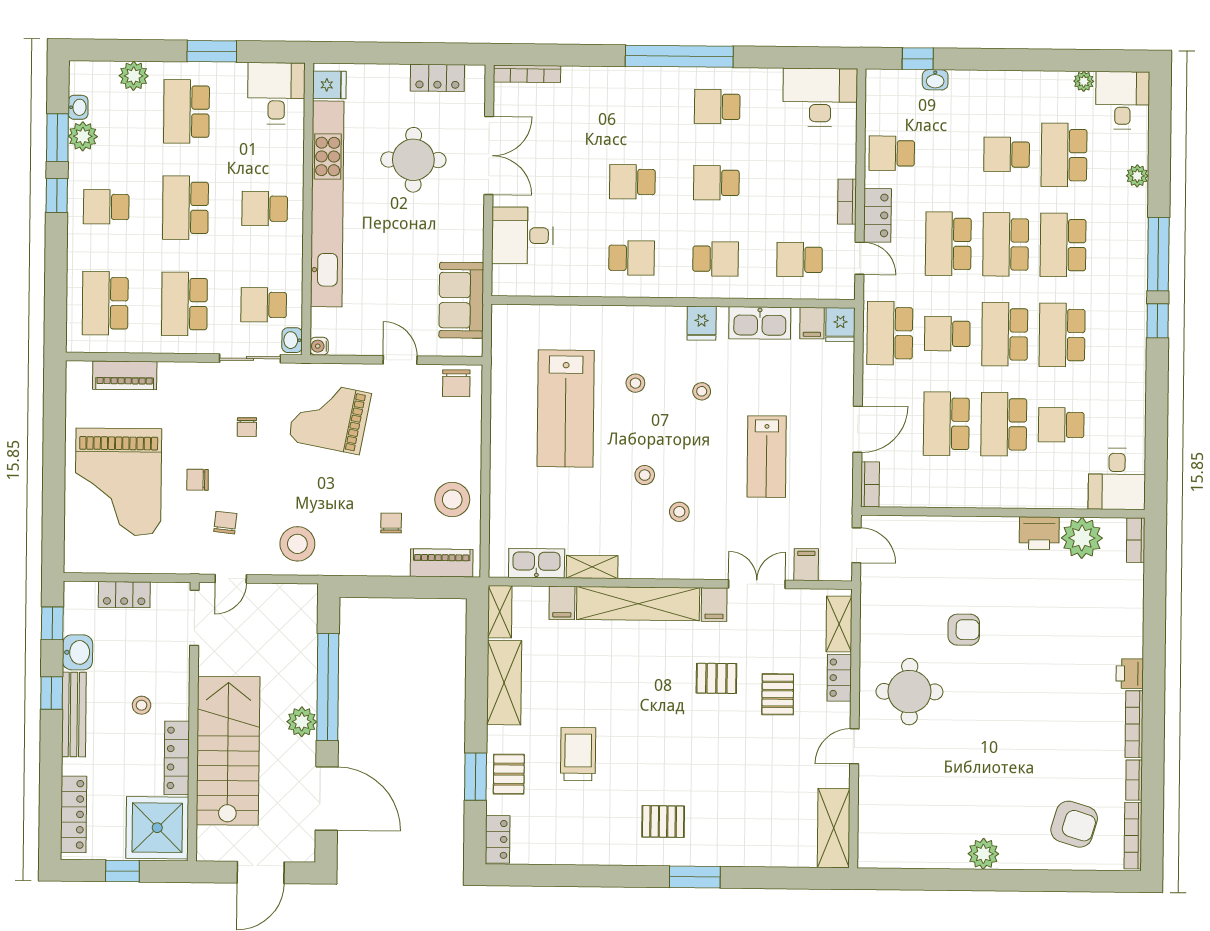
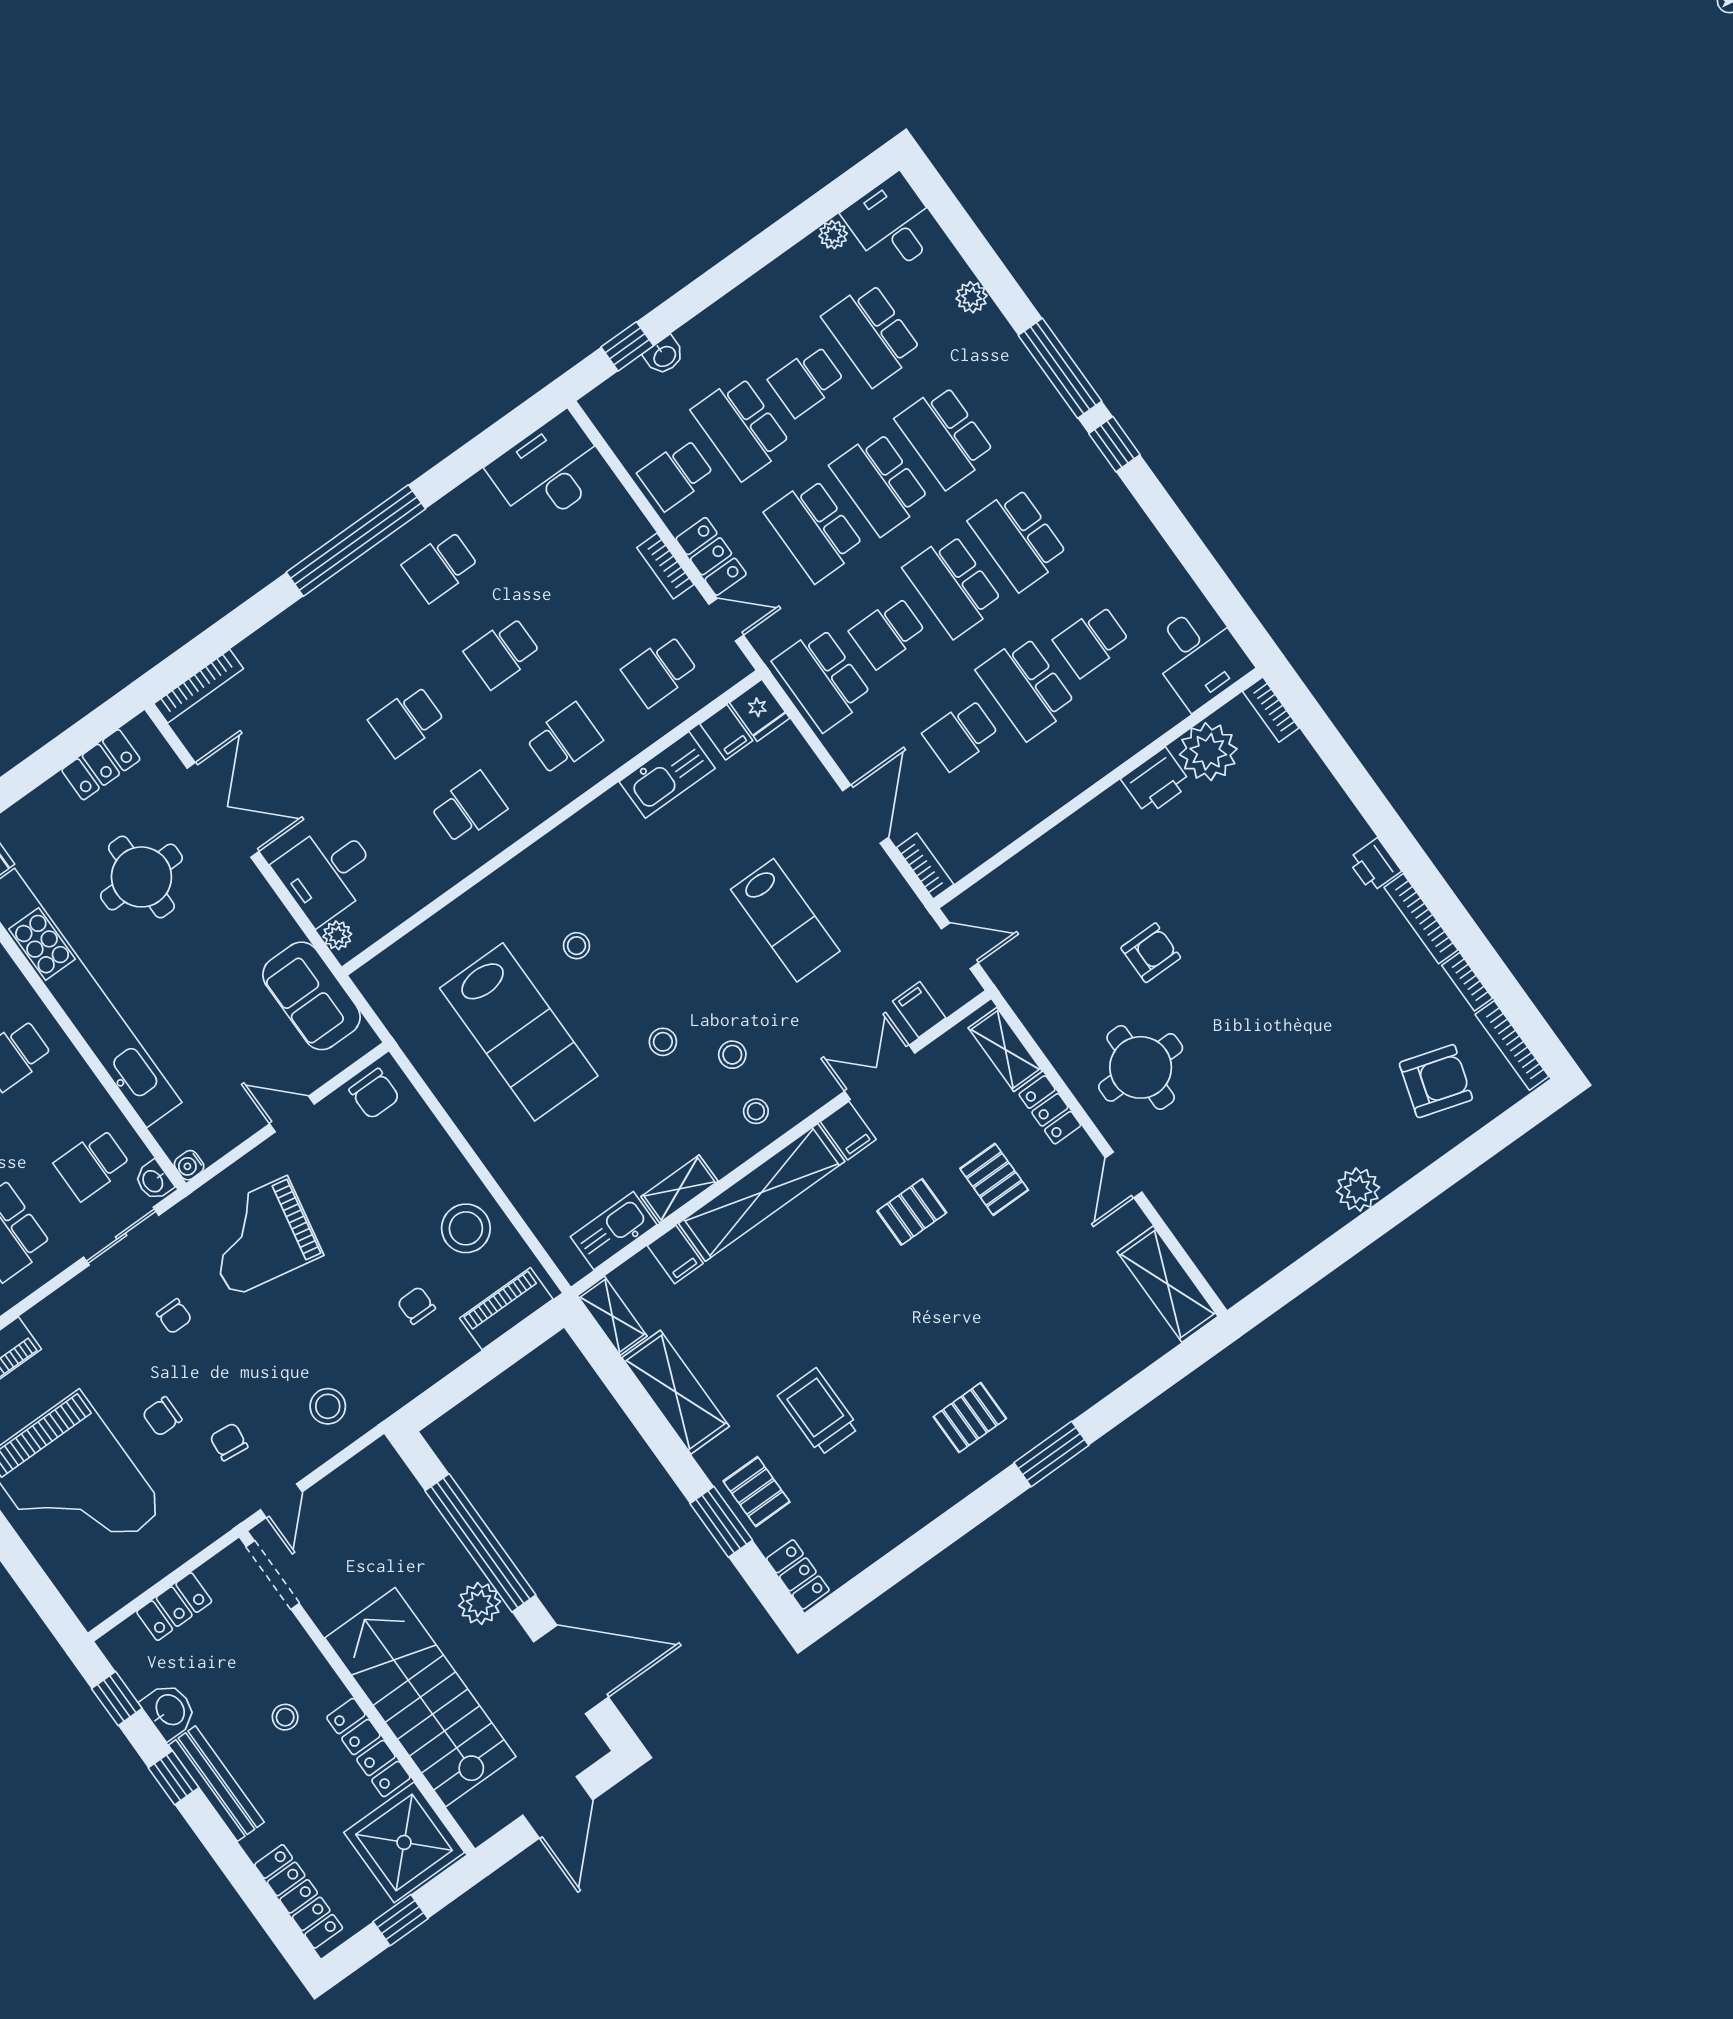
school desk: (949, 154) -> (741, 428), added
plant: (502, 276) -> (337, 935), added
fridge: (702, 323) -> (602, 823), removed
stool: (702, 391) -> (756, 1111), moved
school desk: (946, 424) -> (961, 735), width x0.54
stool: (297, 544) -> (328, 1406), width x0.73, depth x0.73

